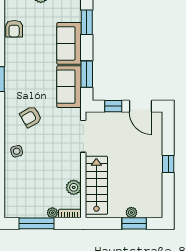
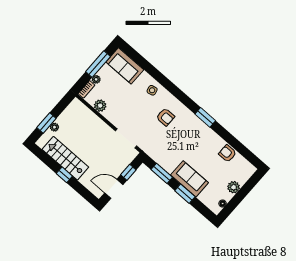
window: (87, 22) -> (185, 194), moved
sofa: (69, 87) -> (125, 66), moved, turned 180
armchair: (31, 117) -> (165, 117), turned 120
stairs: (96, 185) -> (65, 158), moved, turned 180

